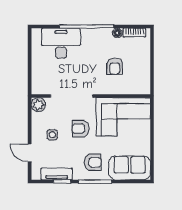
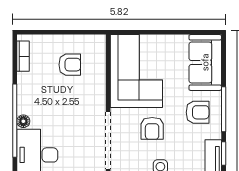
floor lamp: (117, 33) -> (23, 121), moved
armchair: (115, 66) -> (70, 65), moved
armchair: (93, 162) -> (198, 112), turned 90

